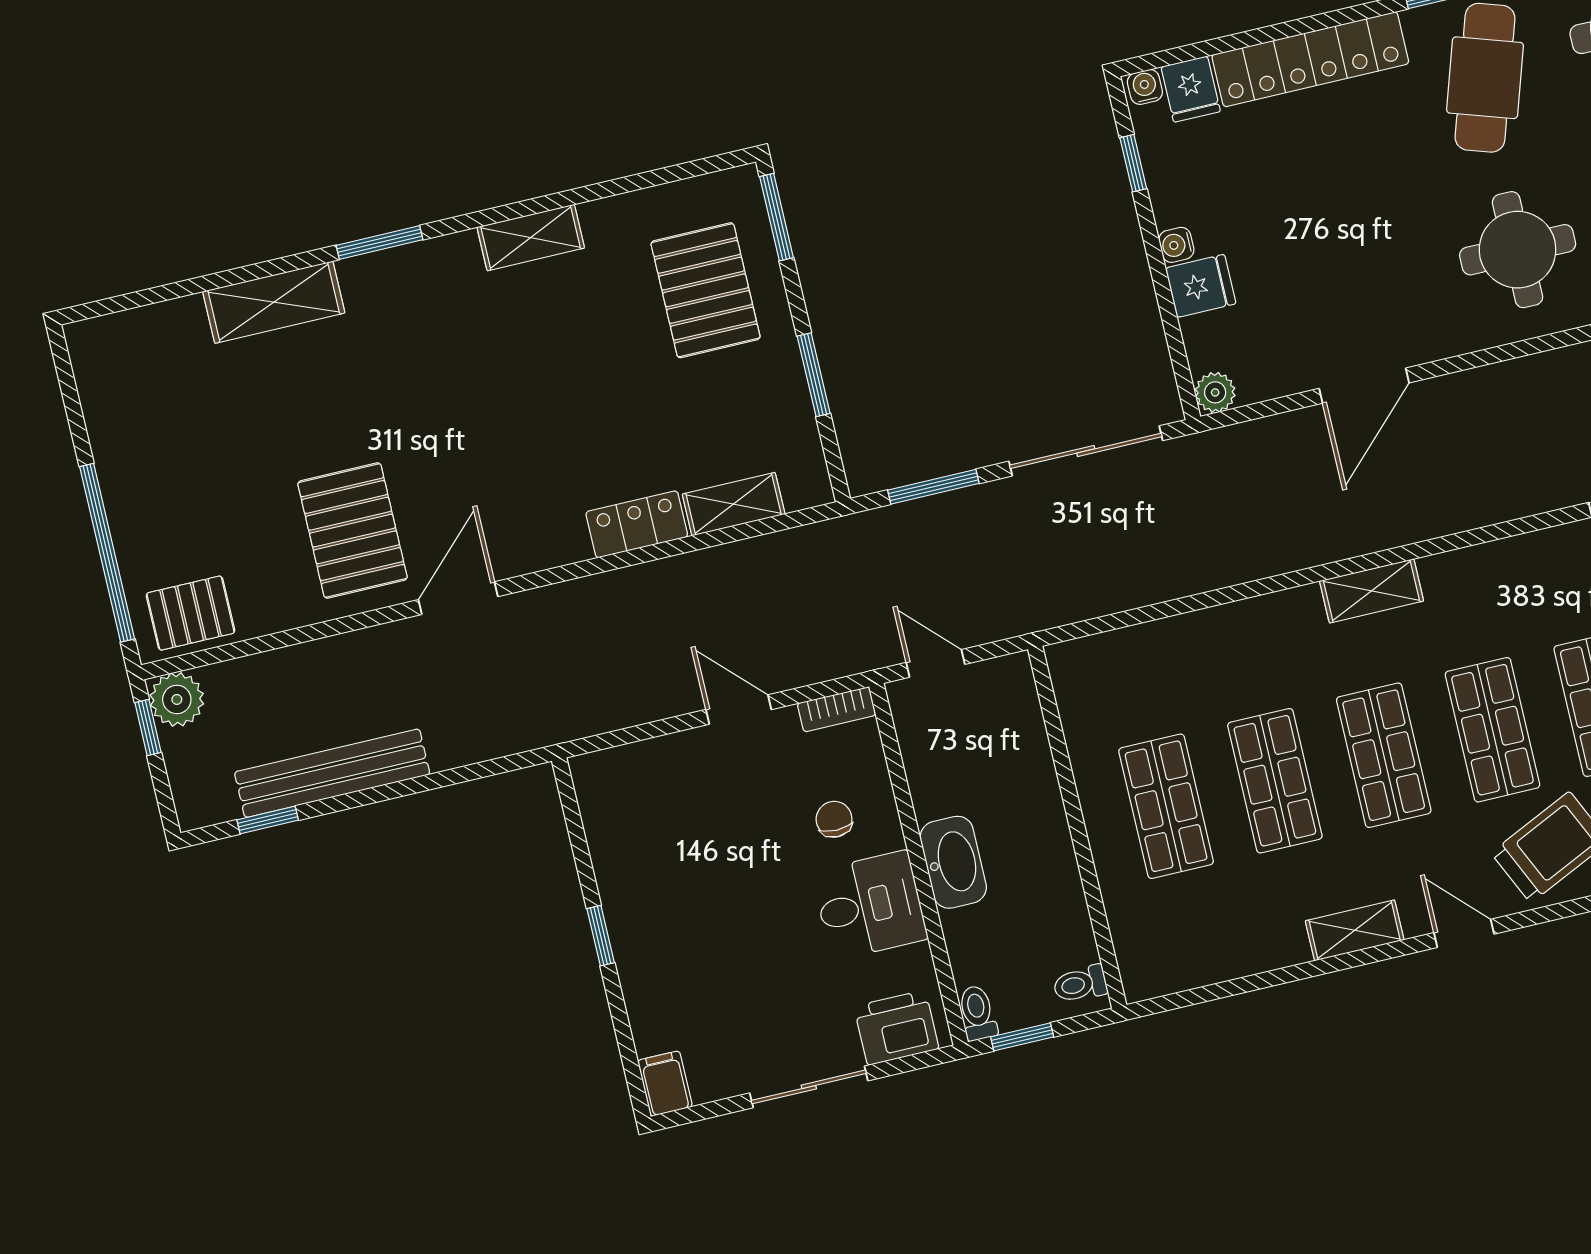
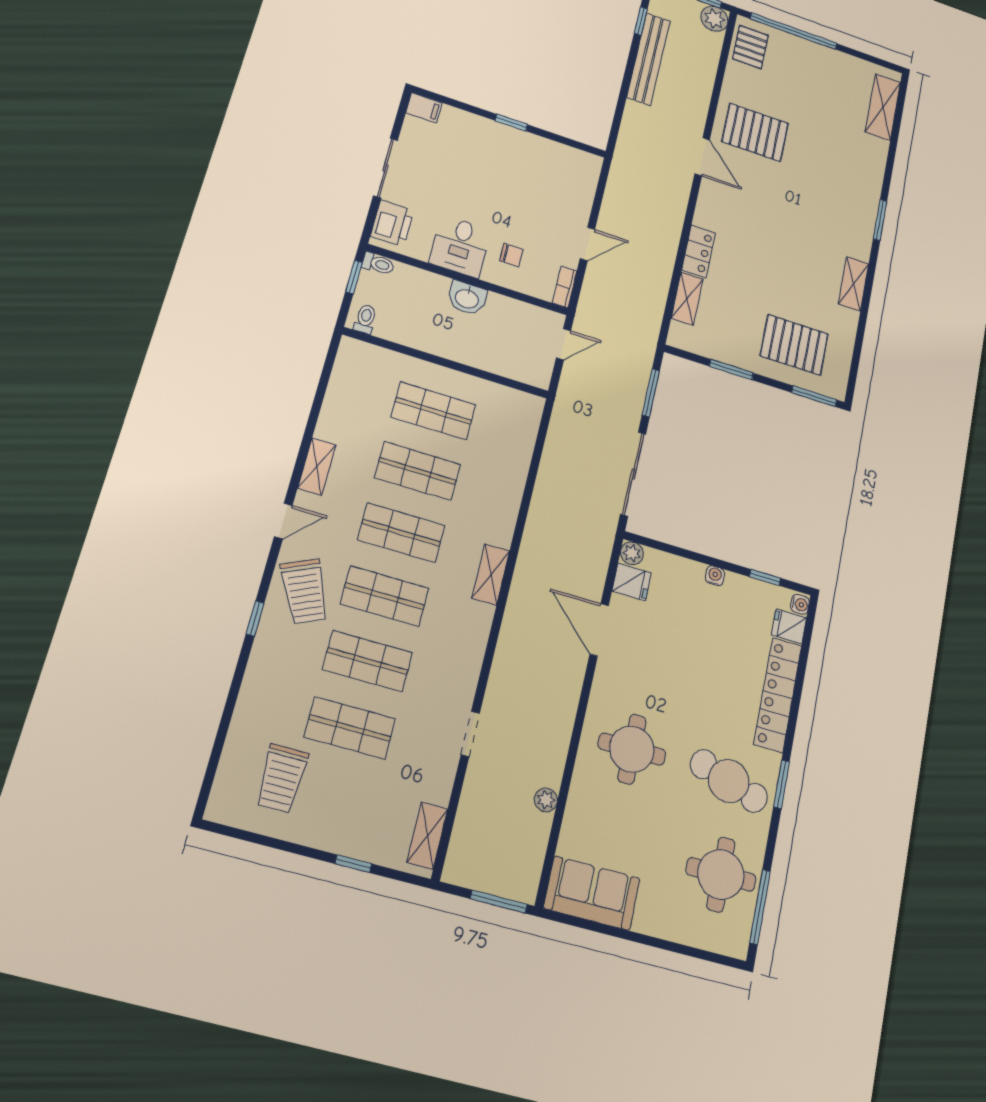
fridge: (1201, 286) -> (632, 582), moved, turned -90
shelving: (274, 302) -> (883, 107), moved
washbasin: (953, 862) -> (467, 298), width x0.72

